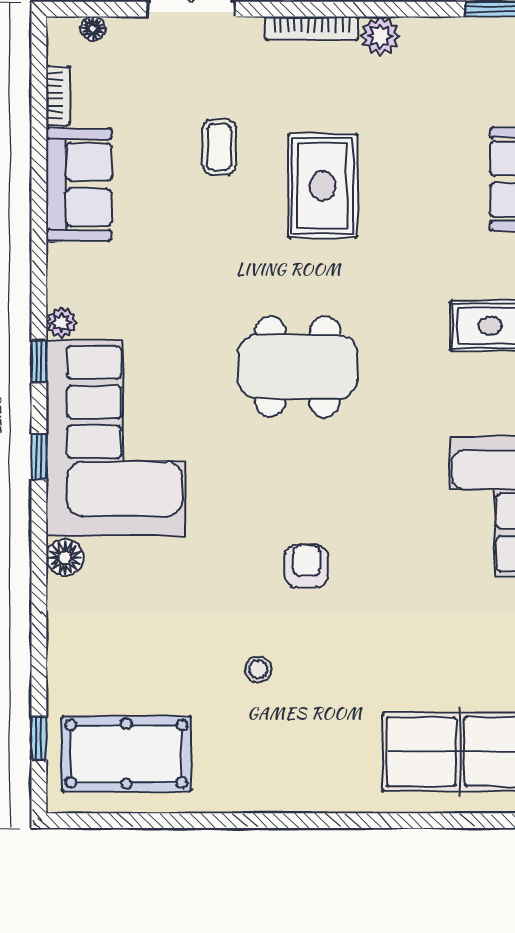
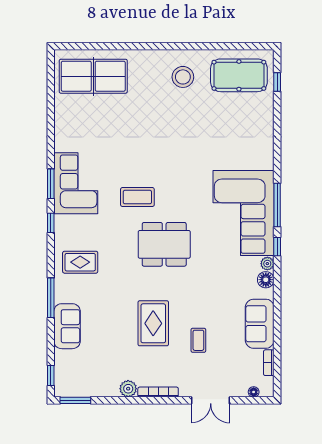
window: (39, 457) -> (277, 205), width x2.17
coffee table: (359, 475) -> (137, 197), added
floor lamp: (65, 558) -> (266, 280), moved
armchair: (307, 566) -> (160, 157), removed
stool: (258, 669) -> (183, 77), moved, width x1.89, depth x1.89

